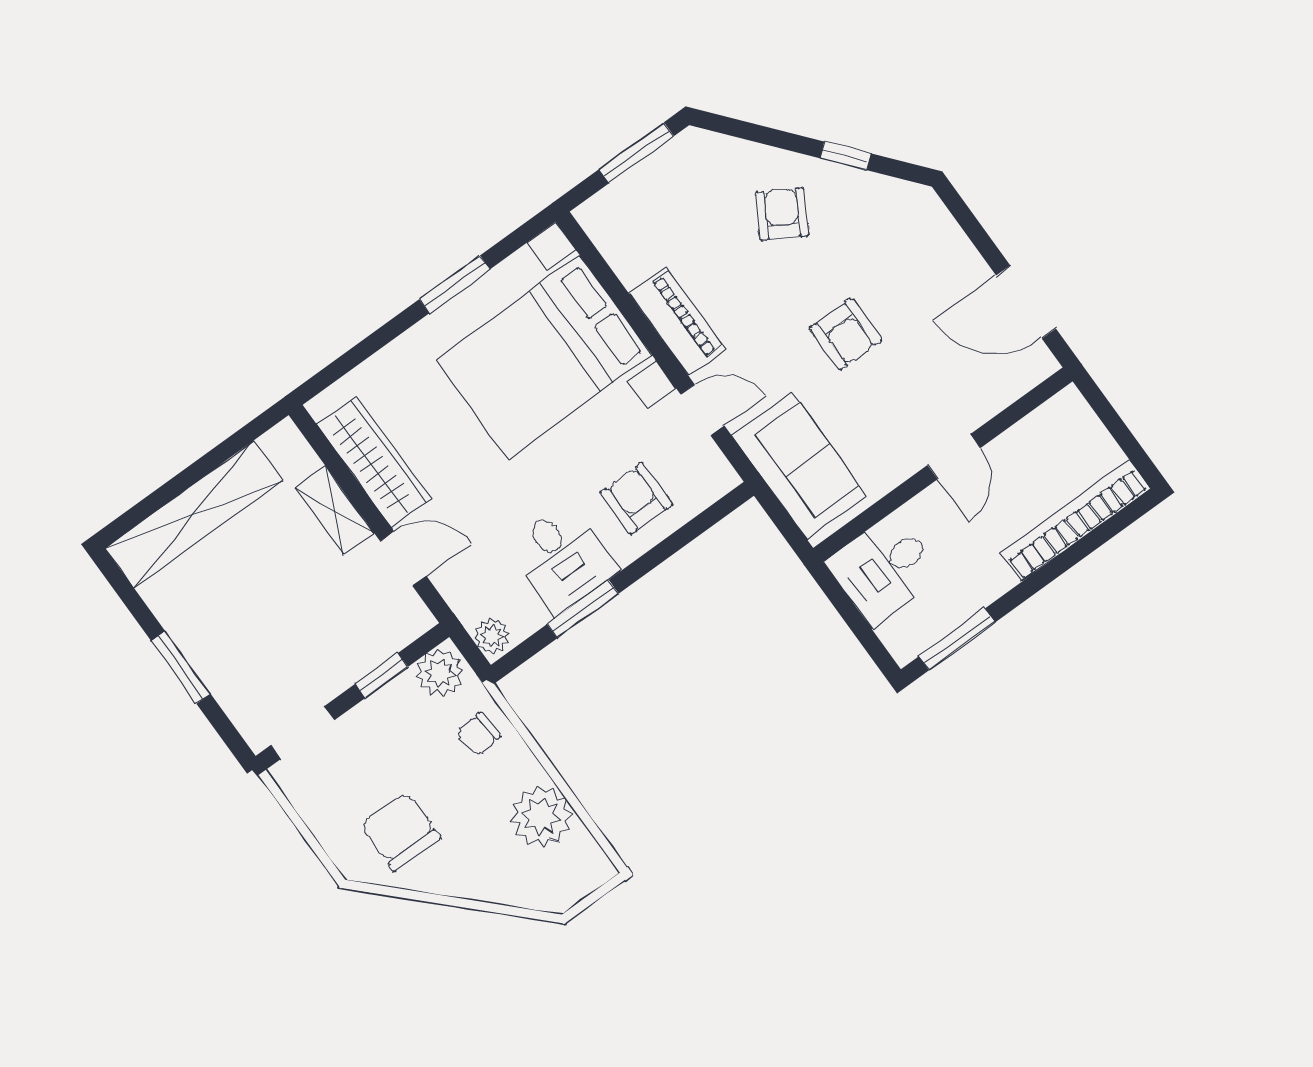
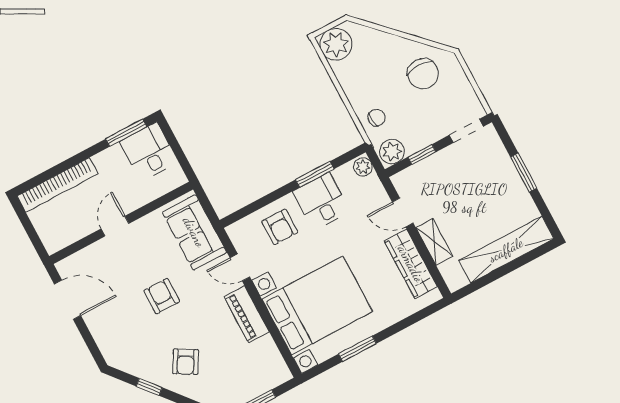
desk: (884, 569) -> (149, 152), moved, turned -90
plant: (541, 816) -> (336, 44), moved

